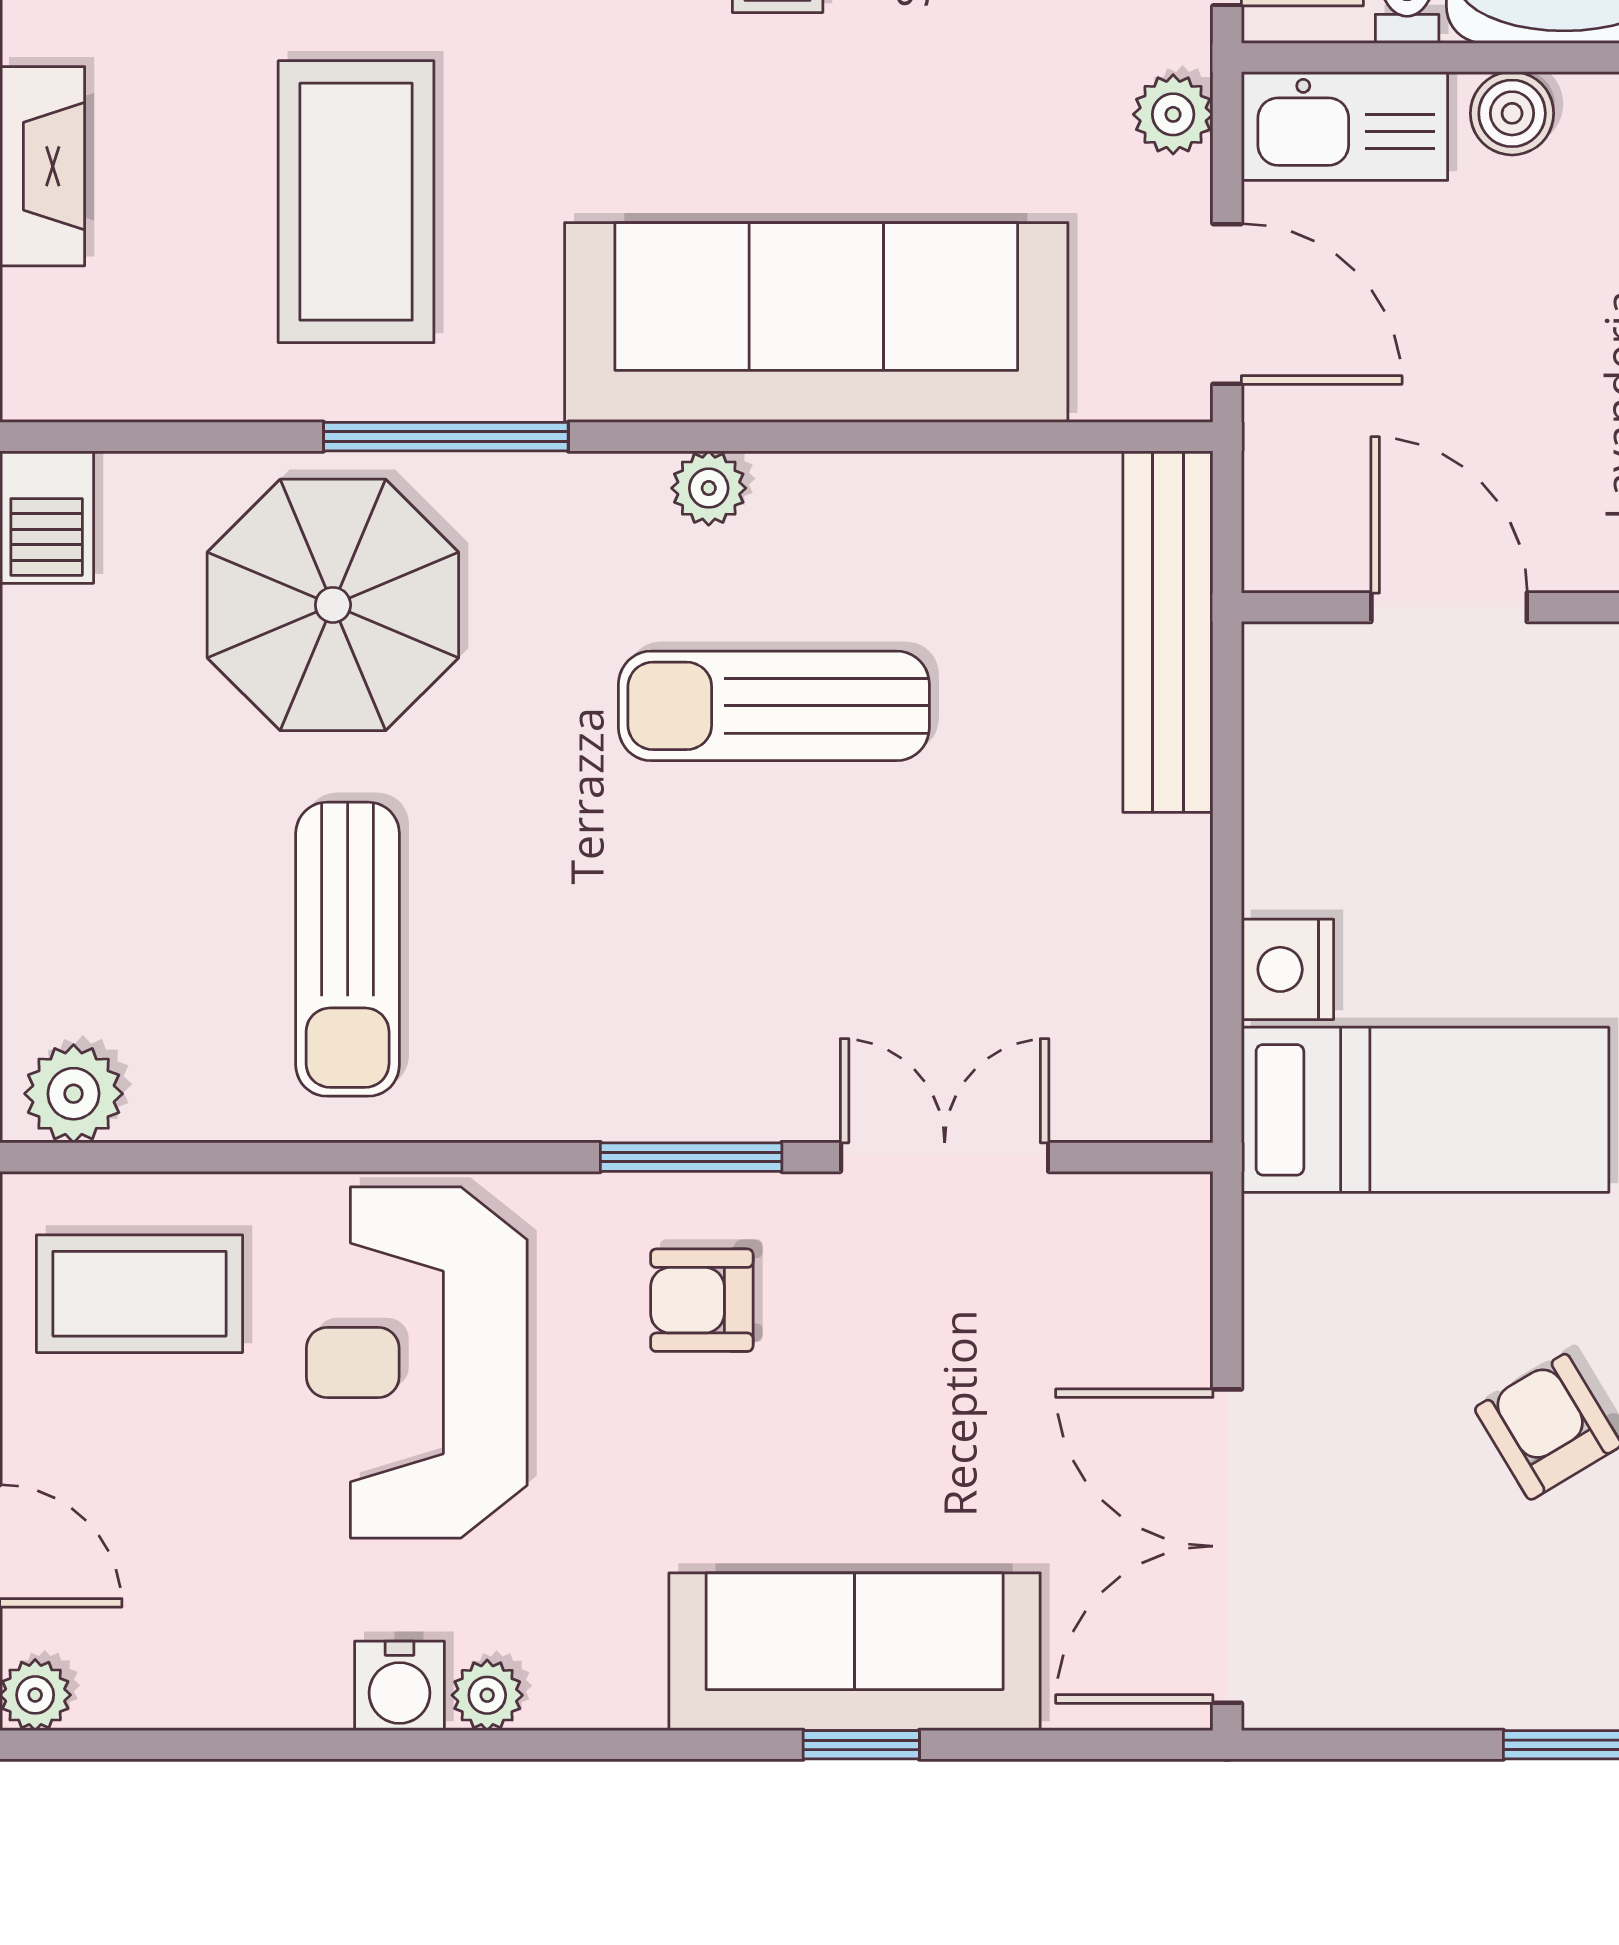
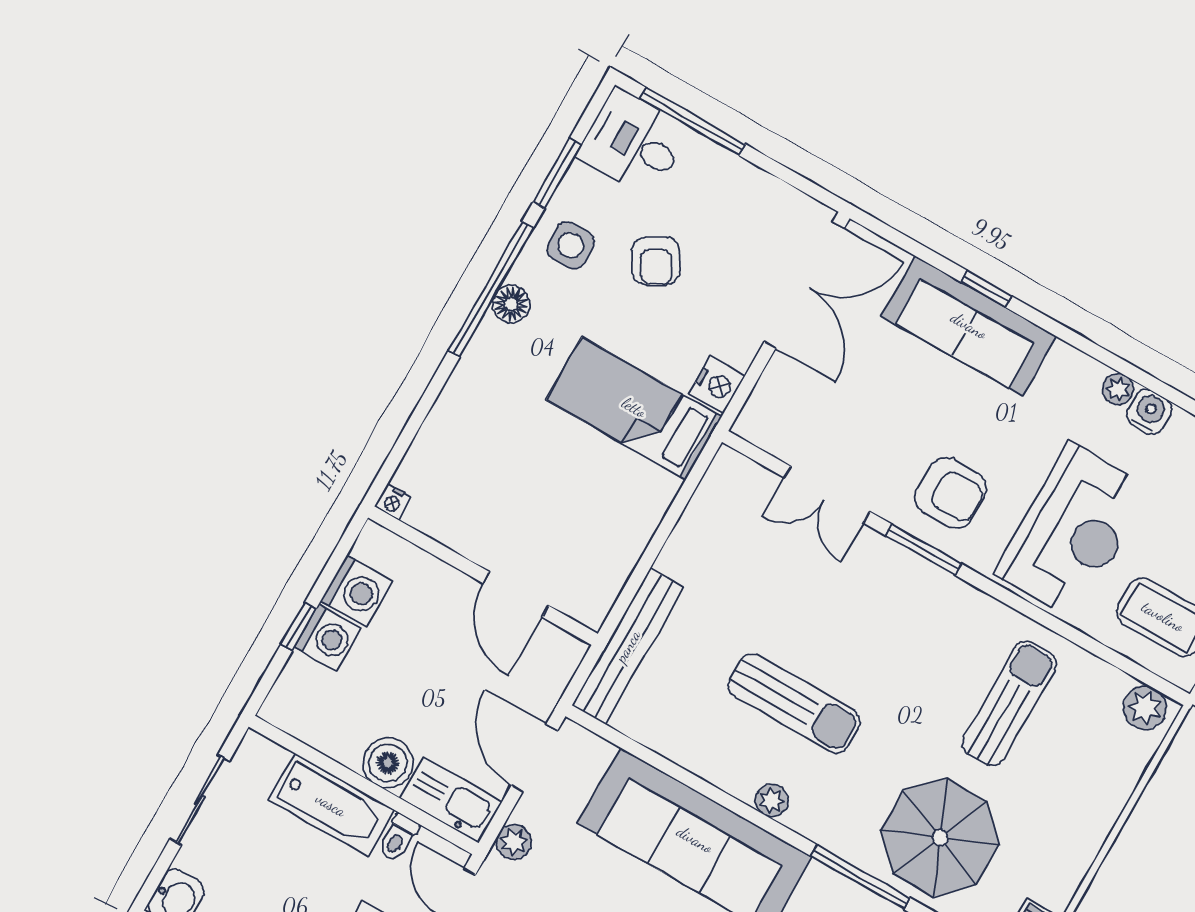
boiler: (1512, 113) -> (388, 763), width x1.36, depth x1.36
nightstand: (1287, 969) -> (717, 385), moved
armchair: (702, 1300) -> (951, 493), width x1.38, depth x1.38

